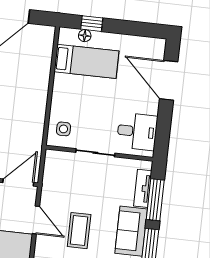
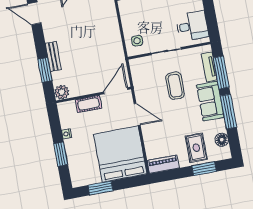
coffee table: (79, 231) -> (175, 86), moved

